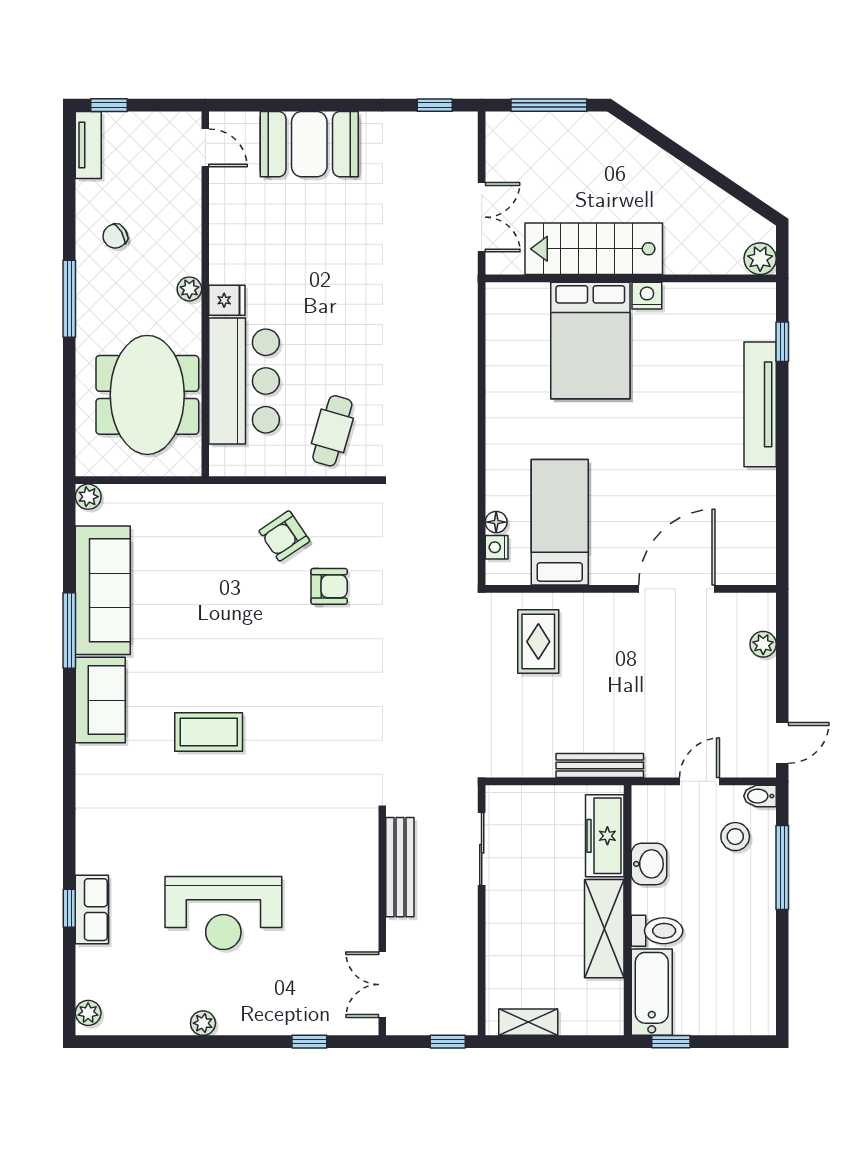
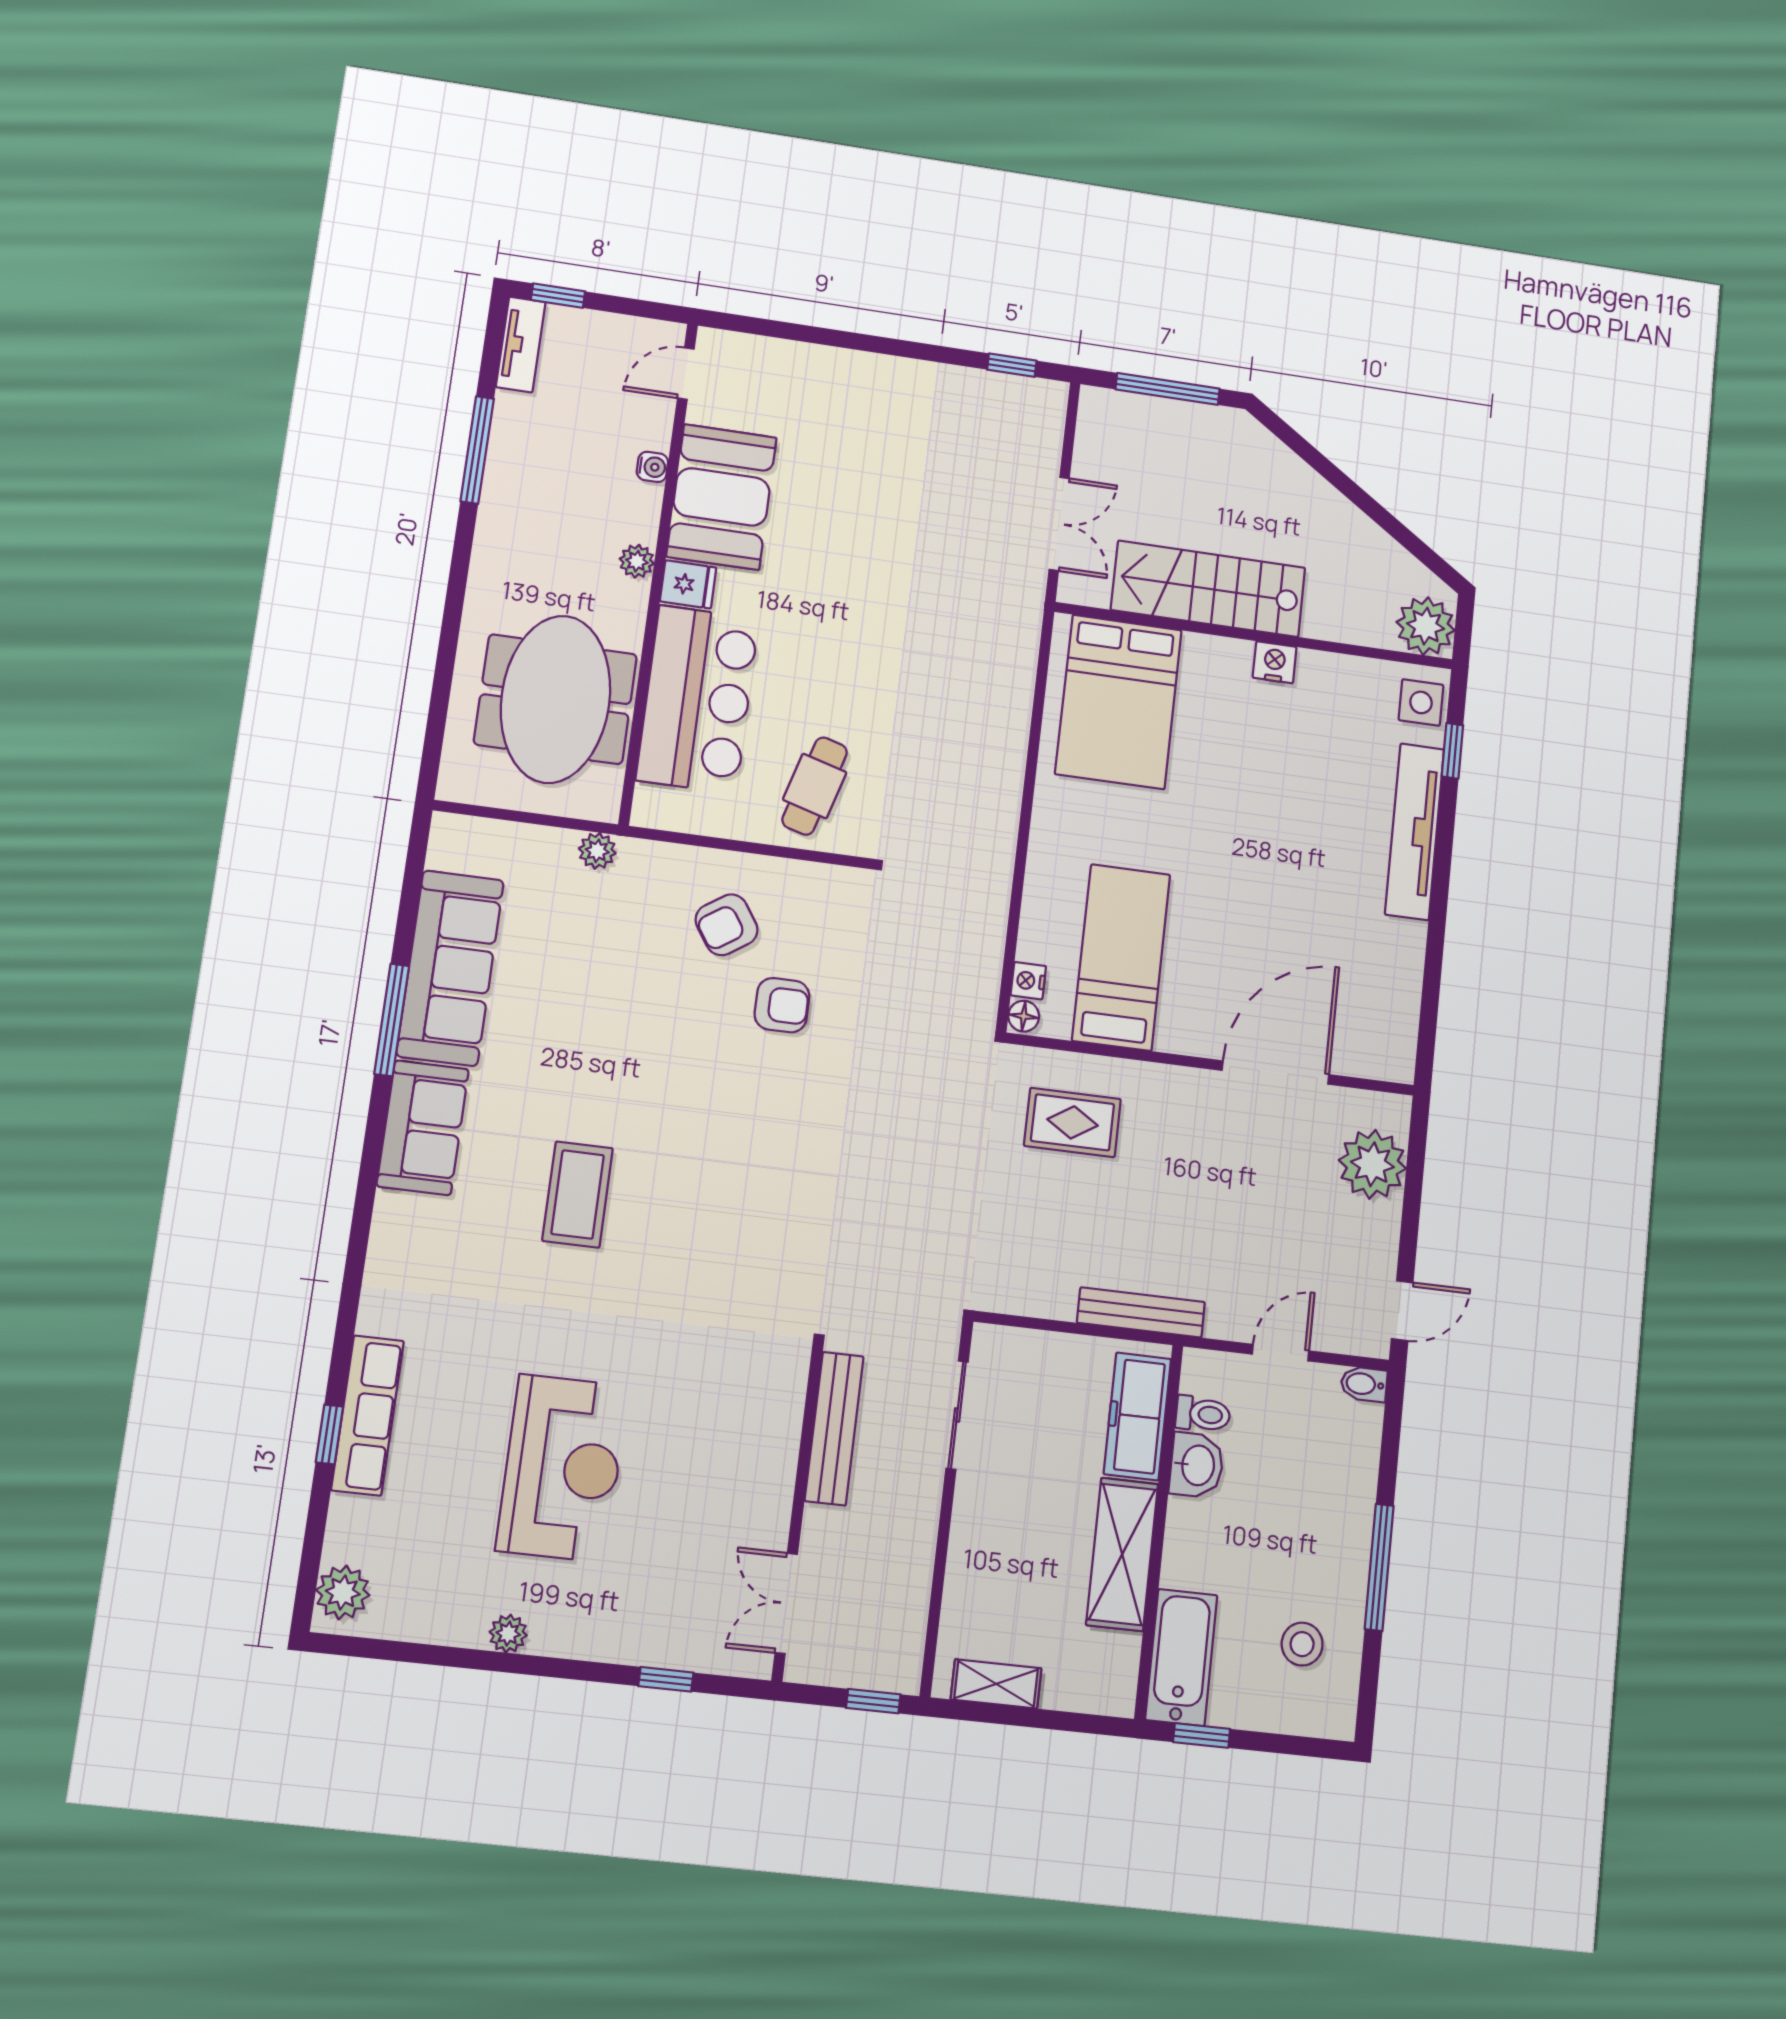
booth: (309, 144) -> (722, 497), moved, turned 90
door: (205, 148) -> (686, 373), swing flipped
water cooler: (191, 219) -> (652, 467), added
chair: (115, 236) -> (541, 474), removed
plant: (760, 259) -> (1426, 626), width x1.36, depth x1.36
window: (69, 299) -> (477, 450), moved
side table: (756, 310) -> (1421, 702), added
bed: (590, 341) -> (1118, 702), moved
plant: (88, 497) -> (597, 851), moved
floor lamp: (496, 522) -> (1024, 1016), moved
rug: (538, 642) -> (1072, 1122), turned 90
plant: (763, 644) -> (1372, 1164), width x1.88, depth x1.88
coffee table: (209, 732) -> (578, 1194), turned 90
stool: (735, 837) -> (1302, 1644), moved
window: (782, 868) -> (1379, 1567), moved
row of seats: (92, 910) -> (367, 1415), width x1.48
reception desk: (223, 913) -> (562, 1468), turned -90
toilet: (657, 931) -> (1203, 1414), moved, width x0.73, depth x0.72
plant: (88, 1013) -> (343, 1592), width x1.38, depth x1.38

